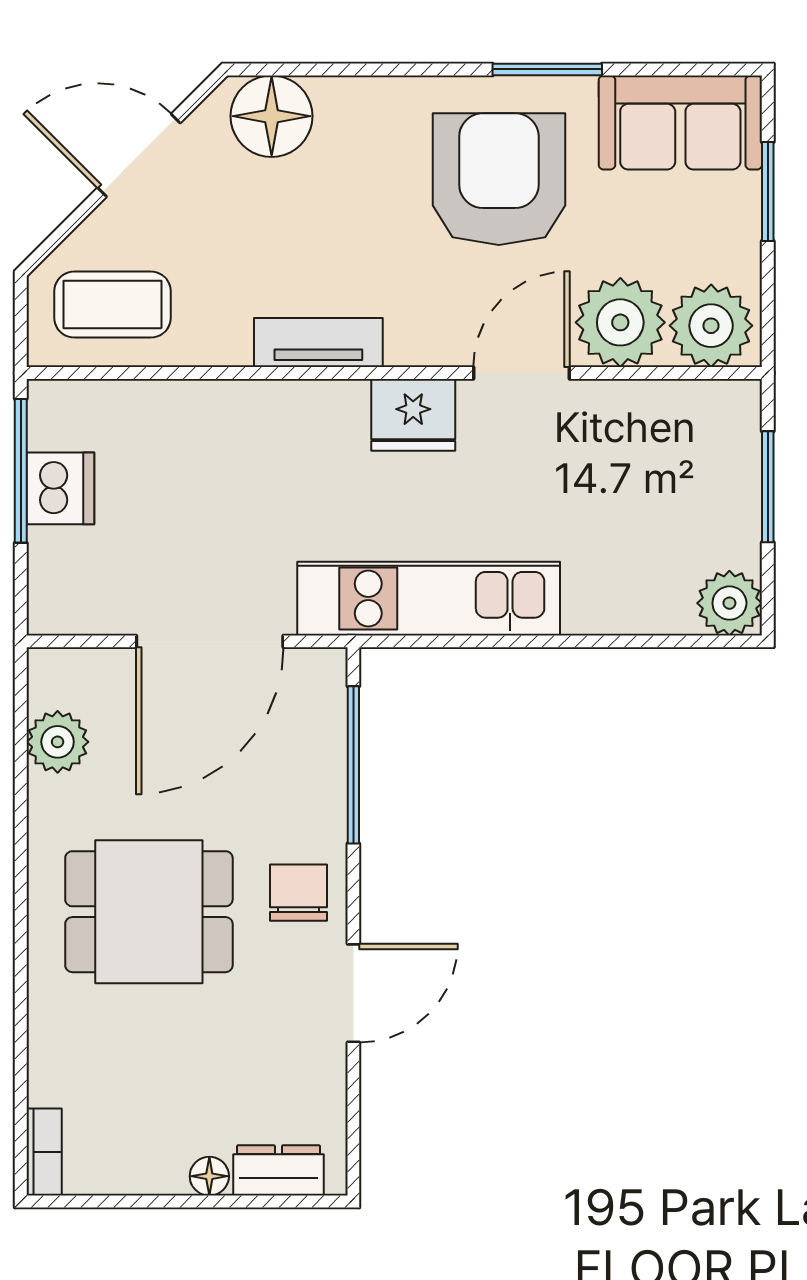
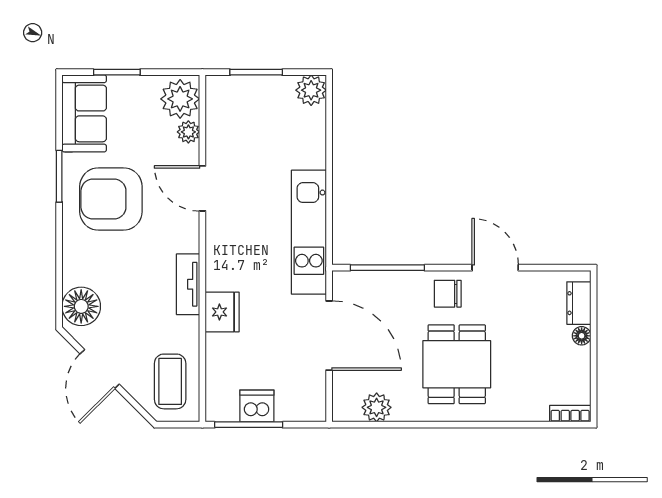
plant: (620, 322) -> (188, 132), width x0.53, depth x0.53
fridge: (413, 415) -> (222, 312), moved

